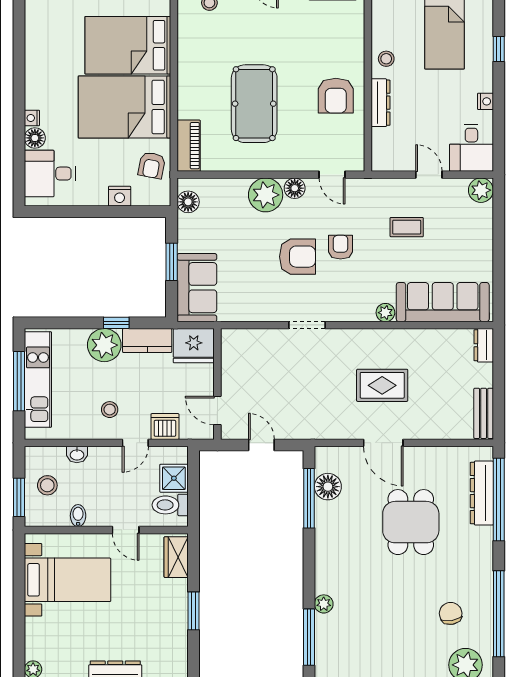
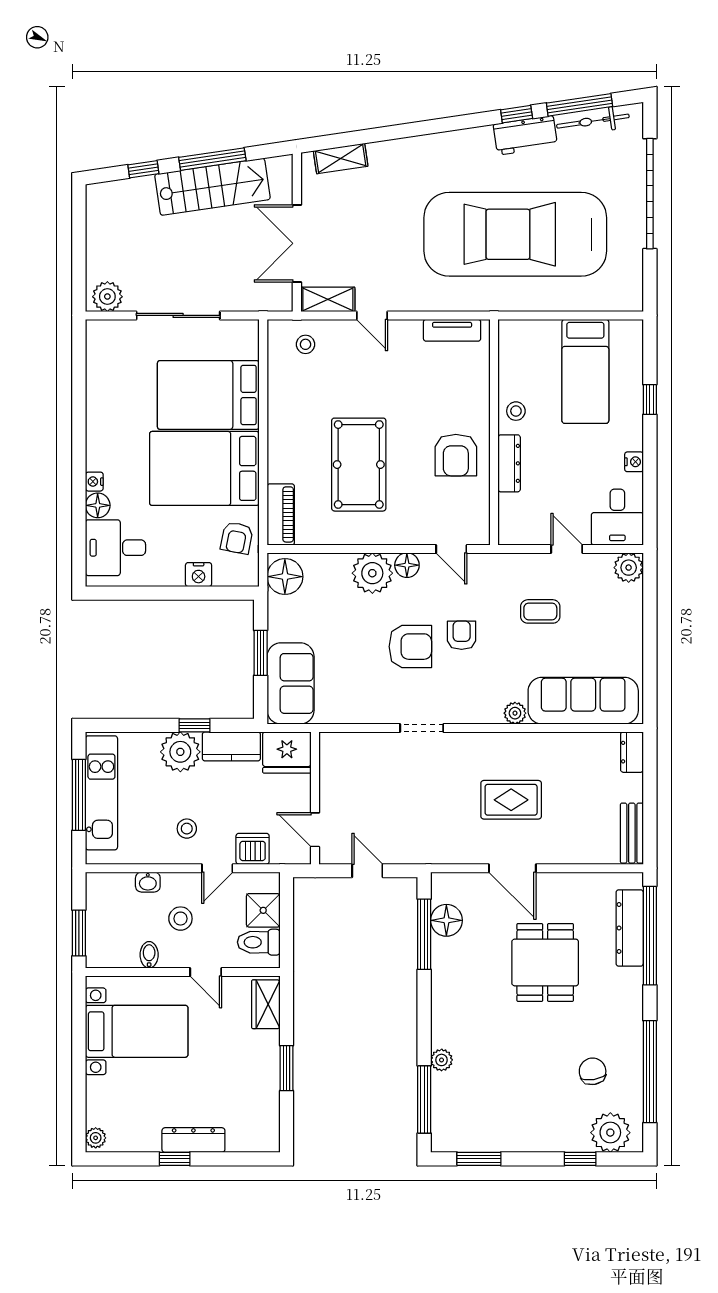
floor lamp: (188, 202) -> (285, 577), width x1.38, depth x1.38
stool: (47, 485) -> (180, 919), moved

